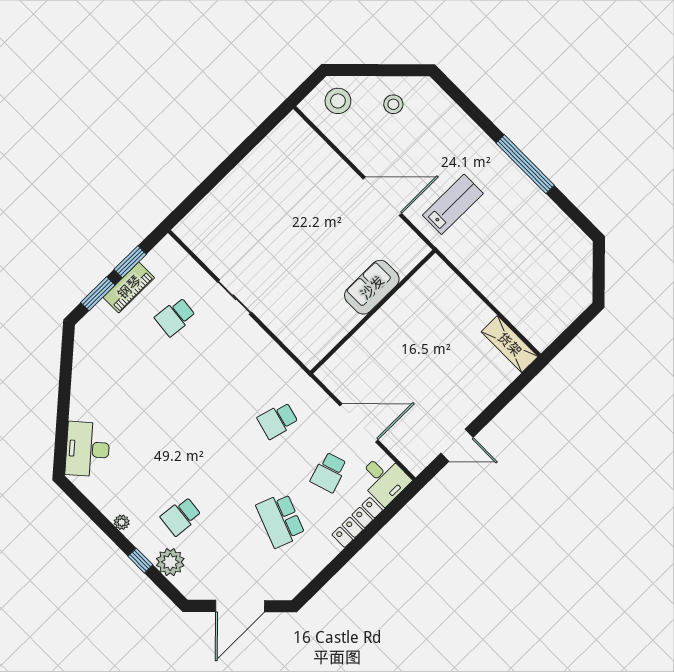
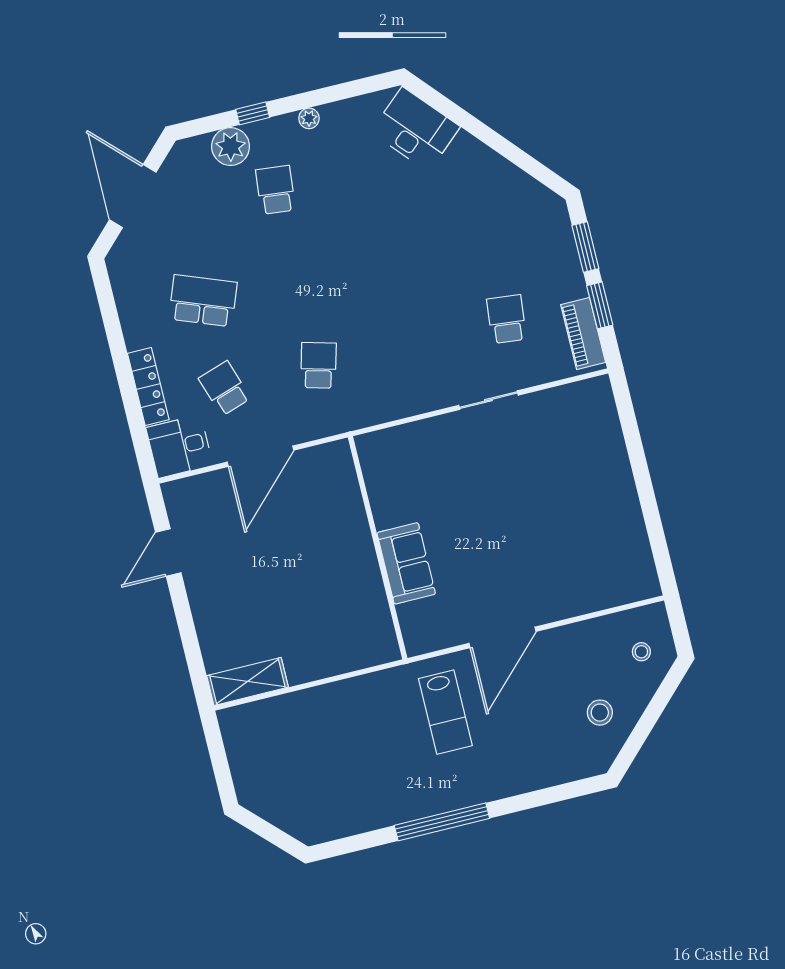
stool: (338, 101) -> (641, 652), width x0.53, depth x0.53
piano: (129, 287) -> (583, 334), moved

